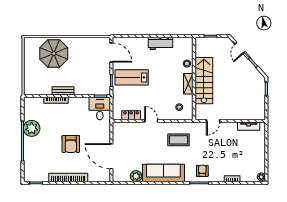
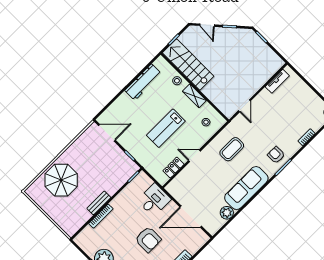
workbench: (161, 43) -> (143, 82), width x1.38
lab bench: (132, 77) -> (166, 128), moved
stairs: (204, 81) -> (188, 65), moved
desk: (100, 108) -> (154, 200), moved, turned 90

